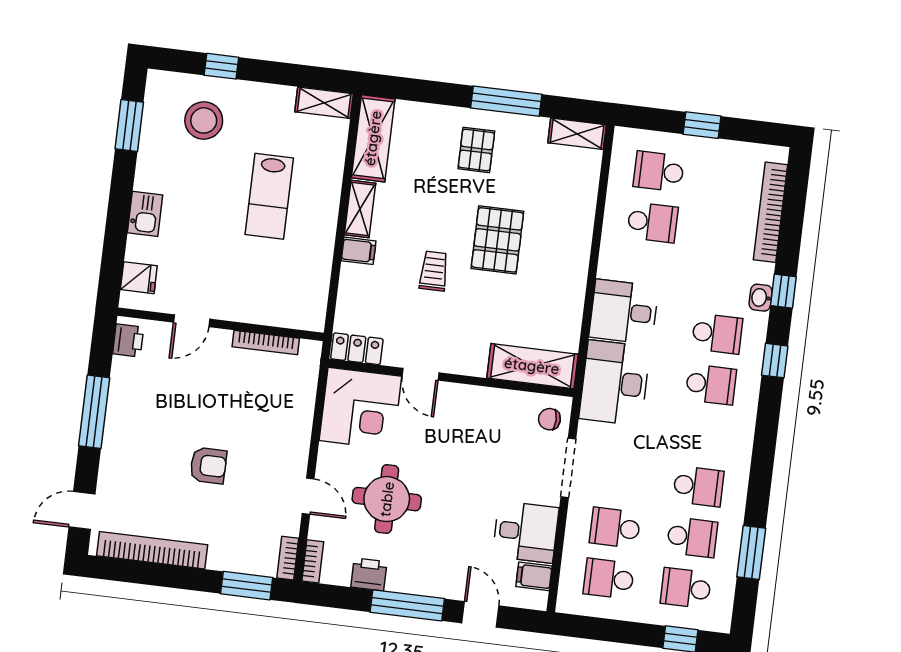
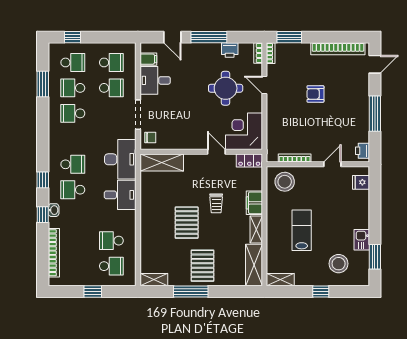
window: (221, 66) -> (321, 291), moved
pallet: (476, 150) -> (202, 266), width x1.50, depth x1.42
kitchen sink: (145, 214) -> (362, 240), moved
filing cabinet: (359, 251) -> (254, 203), width x2.00
stool: (291, 298) -> (285, 182), added
school desk: (711, 384) -> (73, 164), turned 180

